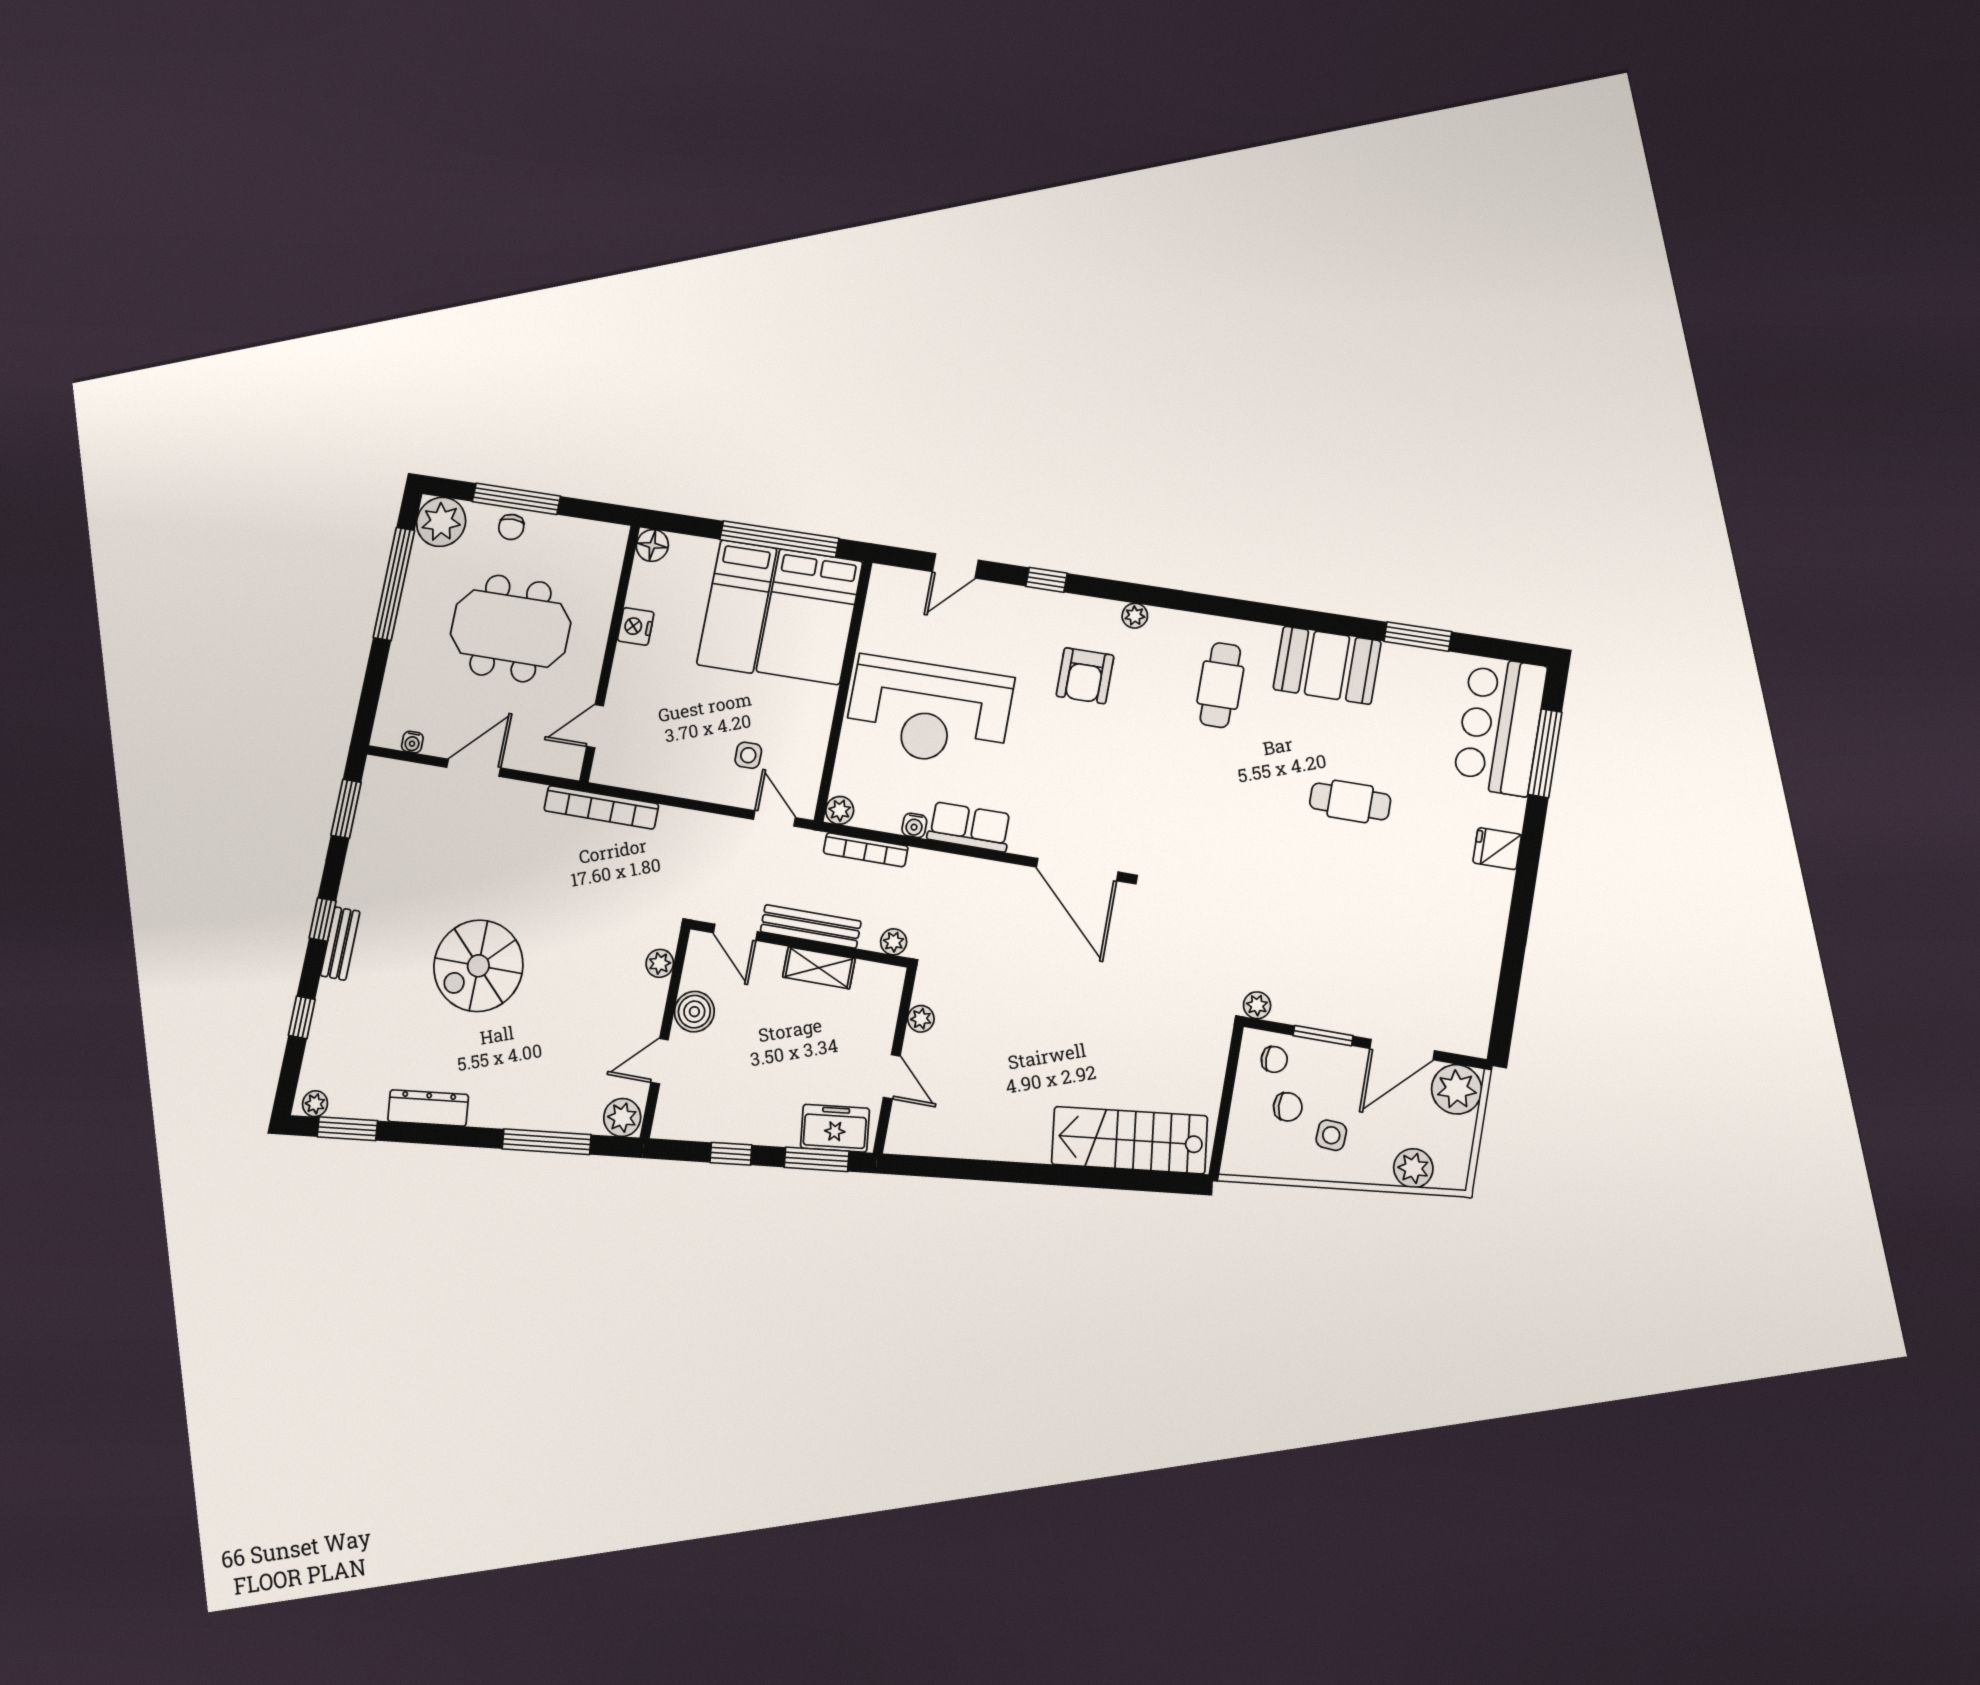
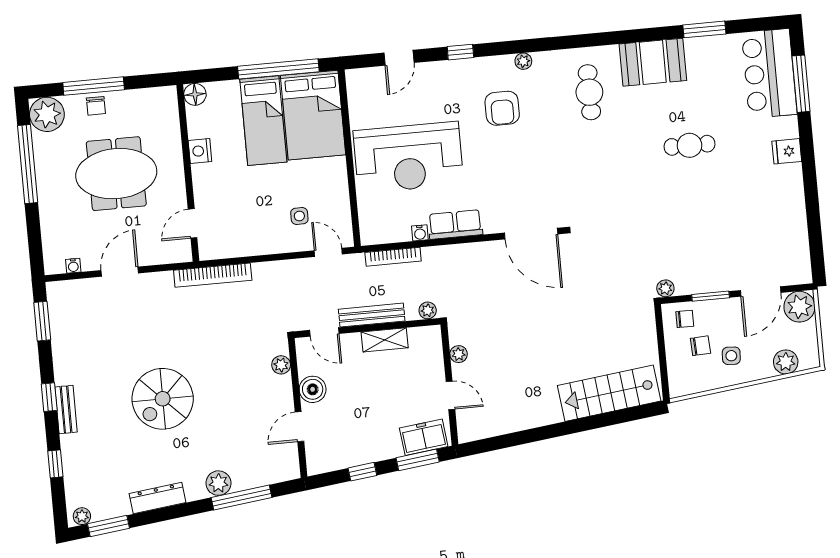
plant: (840, 810) -> (369, 236), removed
plant: (622, 1117) -> (218, 483), moved

